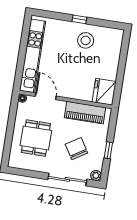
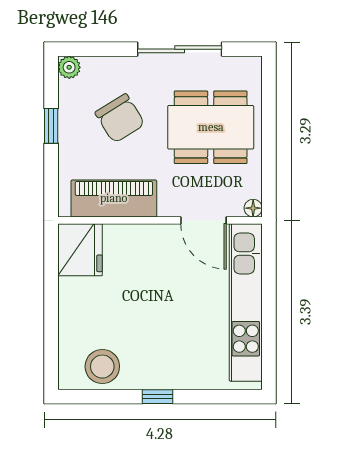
stool: (86, 40) -> (102, 367), moved
dining table: (36, 138) -> (211, 127), width x1.38
sliding door: (67, 179) -> (180, 49), moved

